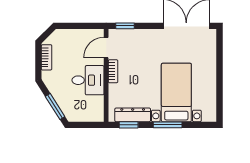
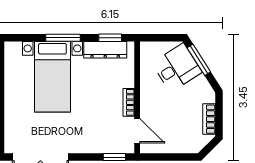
door: (106, 48) -> (137, 131), hinge flipped
desk: (88, 80) -> (177, 68), moved, turned 148

